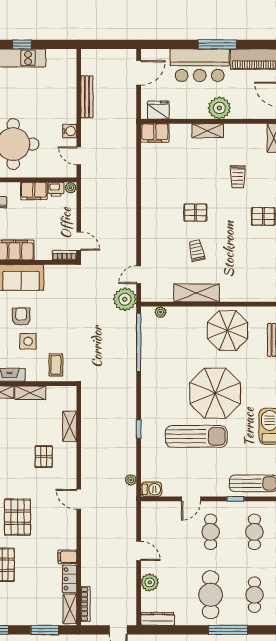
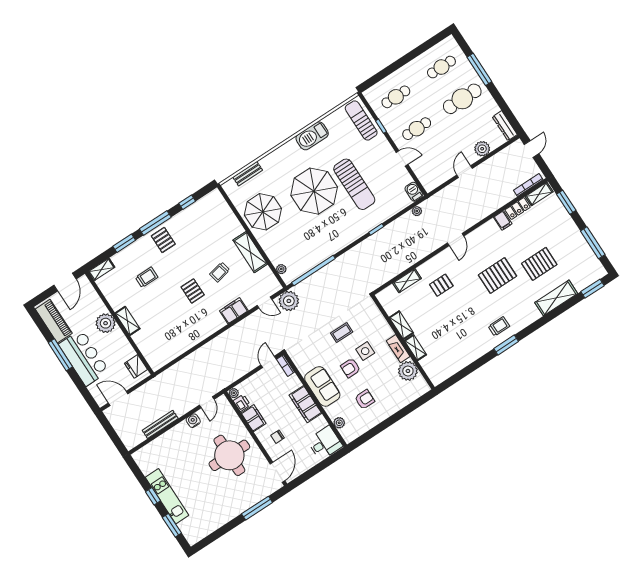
filing cabinet: (155, 133) -> (234, 311), moved, turned -90
coffee table: (56, 365) -> (342, 333), moved
sun lounger: (196, 436) -> (354, 184), turned 180

